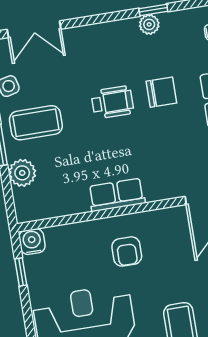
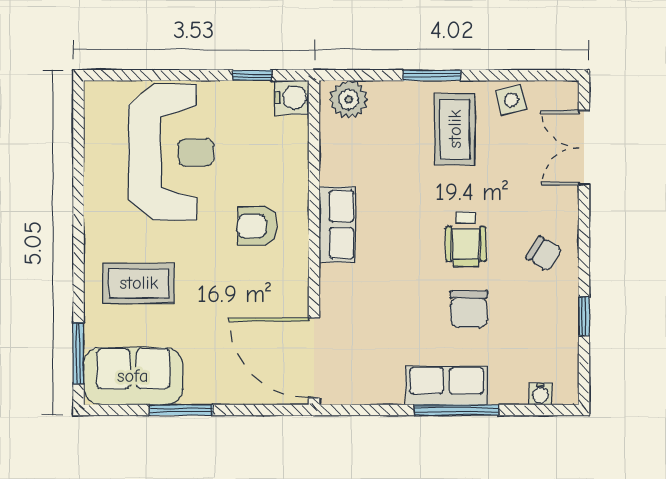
plant: (149, 24) -> (565, 307), removed
chair: (114, 45) -> (544, 254), added
plant: (22, 173) -> (349, 99), moved

